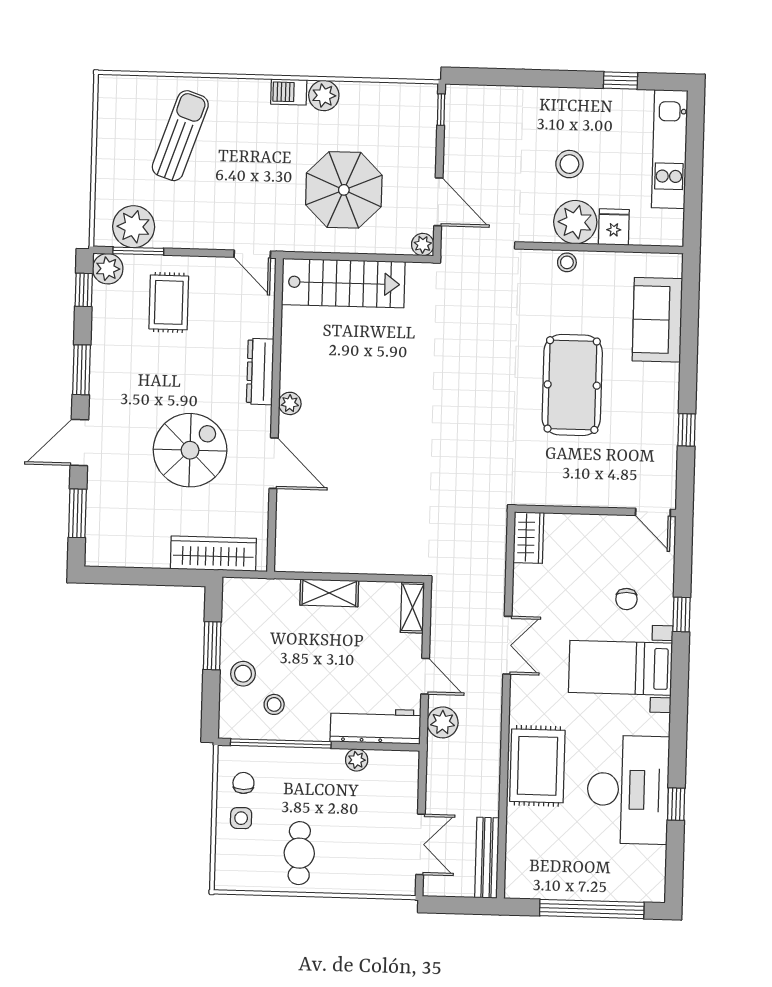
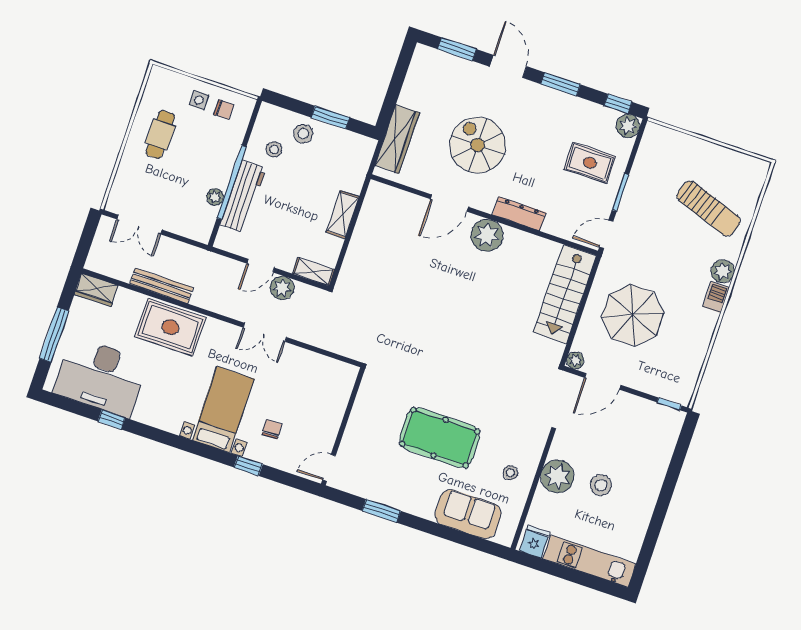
window: (620, 81) -> (650, 541), removed
plant: (324, 96) -> (723, 271), moved
plant: (134, 227) -> (653, 154), removed
fridge: (614, 227) -> (535, 542), moved, turned -90
window: (138, 251) -> (620, 192), moved
stool: (567, 262) -> (510, 473), moved
plant: (290, 403) -> (487, 235), width x1.88, depth x1.88
window: (687, 430) -> (381, 511), width x1.50
spiral stairs: (190, 450) -> (478, 145), turned 180
wardrobe: (528, 538) -> (96, 290), moved
chair: (626, 599) -> (272, 429), turned 88
plant: (443, 722) -> (282, 288), moved
workbench: (375, 726) -> (243, 196), moved
window: (281, 743) -> (232, 182), moved
desk: (628, 790) -> (101, 377), moved
cafe table: (299, 853) -> (160, 134), turned 90
bench: (487, 858) -> (161, 286), moved
window: (592, 909) -> (54, 335), width x0.68

